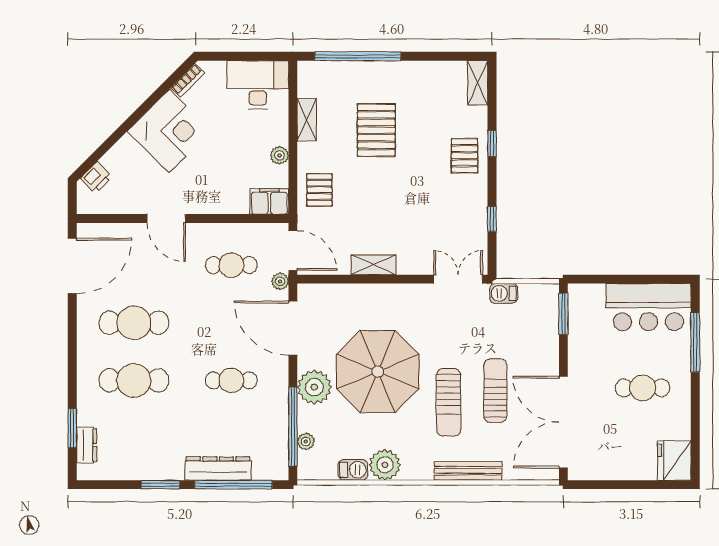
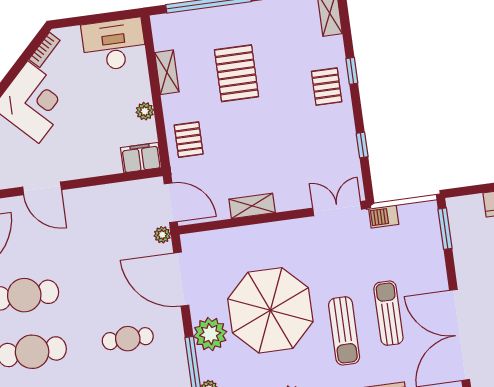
cafe table: (231, 265) -> (112, 225), removed

